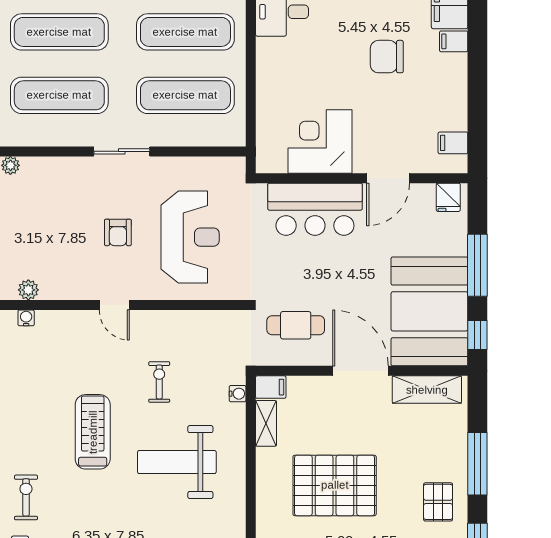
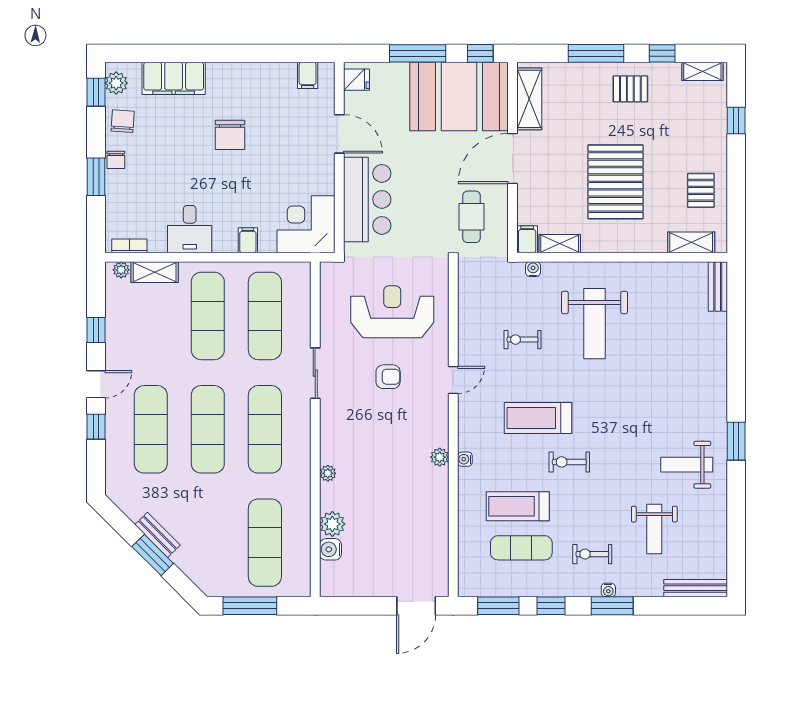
filing cabinet: (454, 41) -> (248, 240), moved, turned 180
corner desk: (320, 141) -> (306, 224), moved, turned 90
treadmill: (93, 432) -> (538, 418), moved
exercise bike: (26, 497) -> (569, 462), moved

